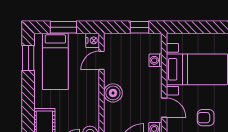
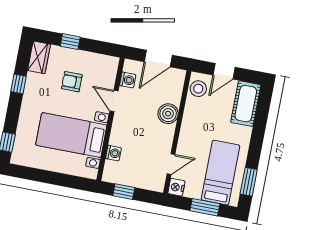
boiler: (113, 93) -> (168, 114), moved
armchair: (206, 118) -> (72, 82), turned 180

